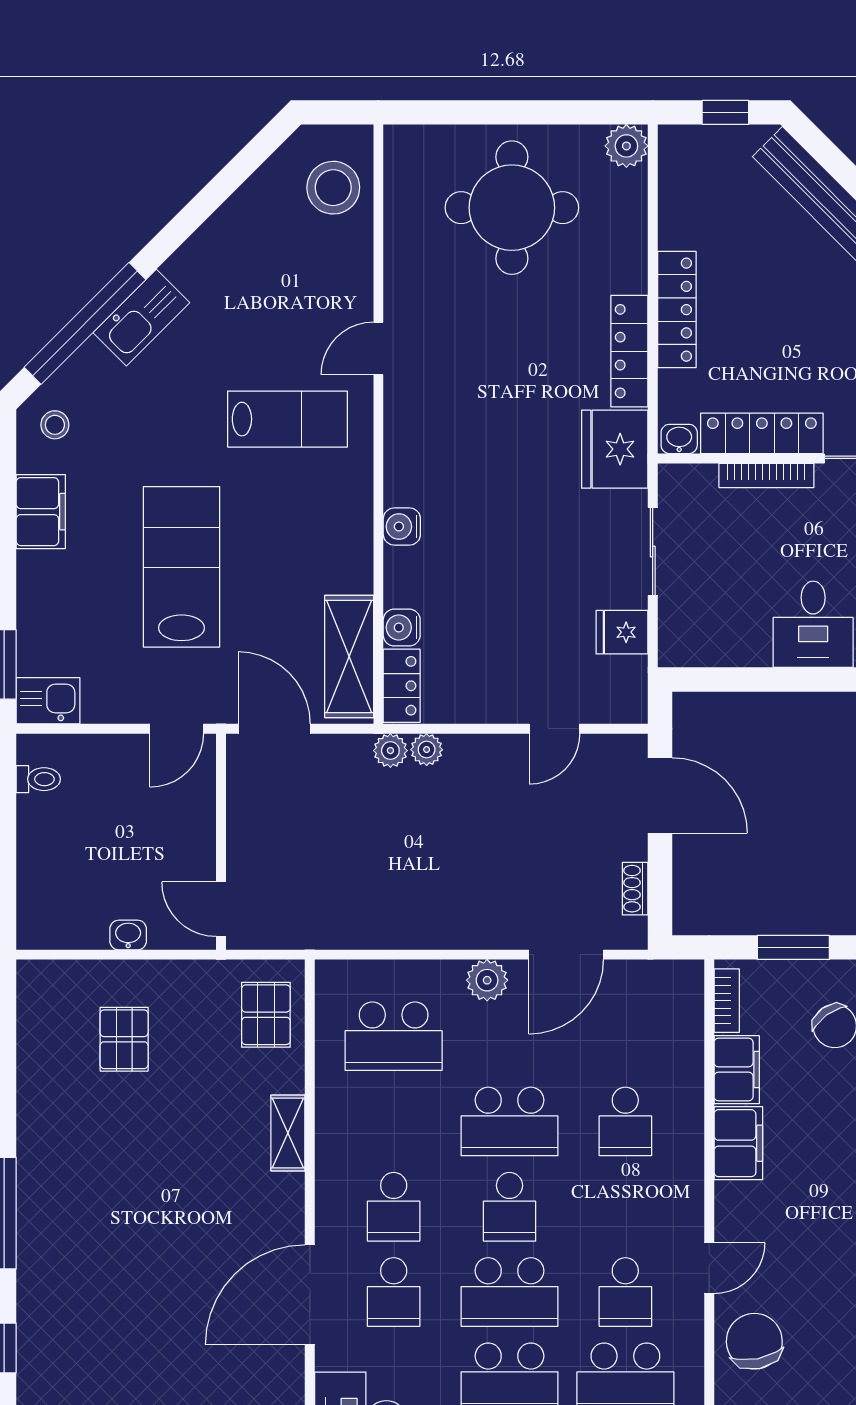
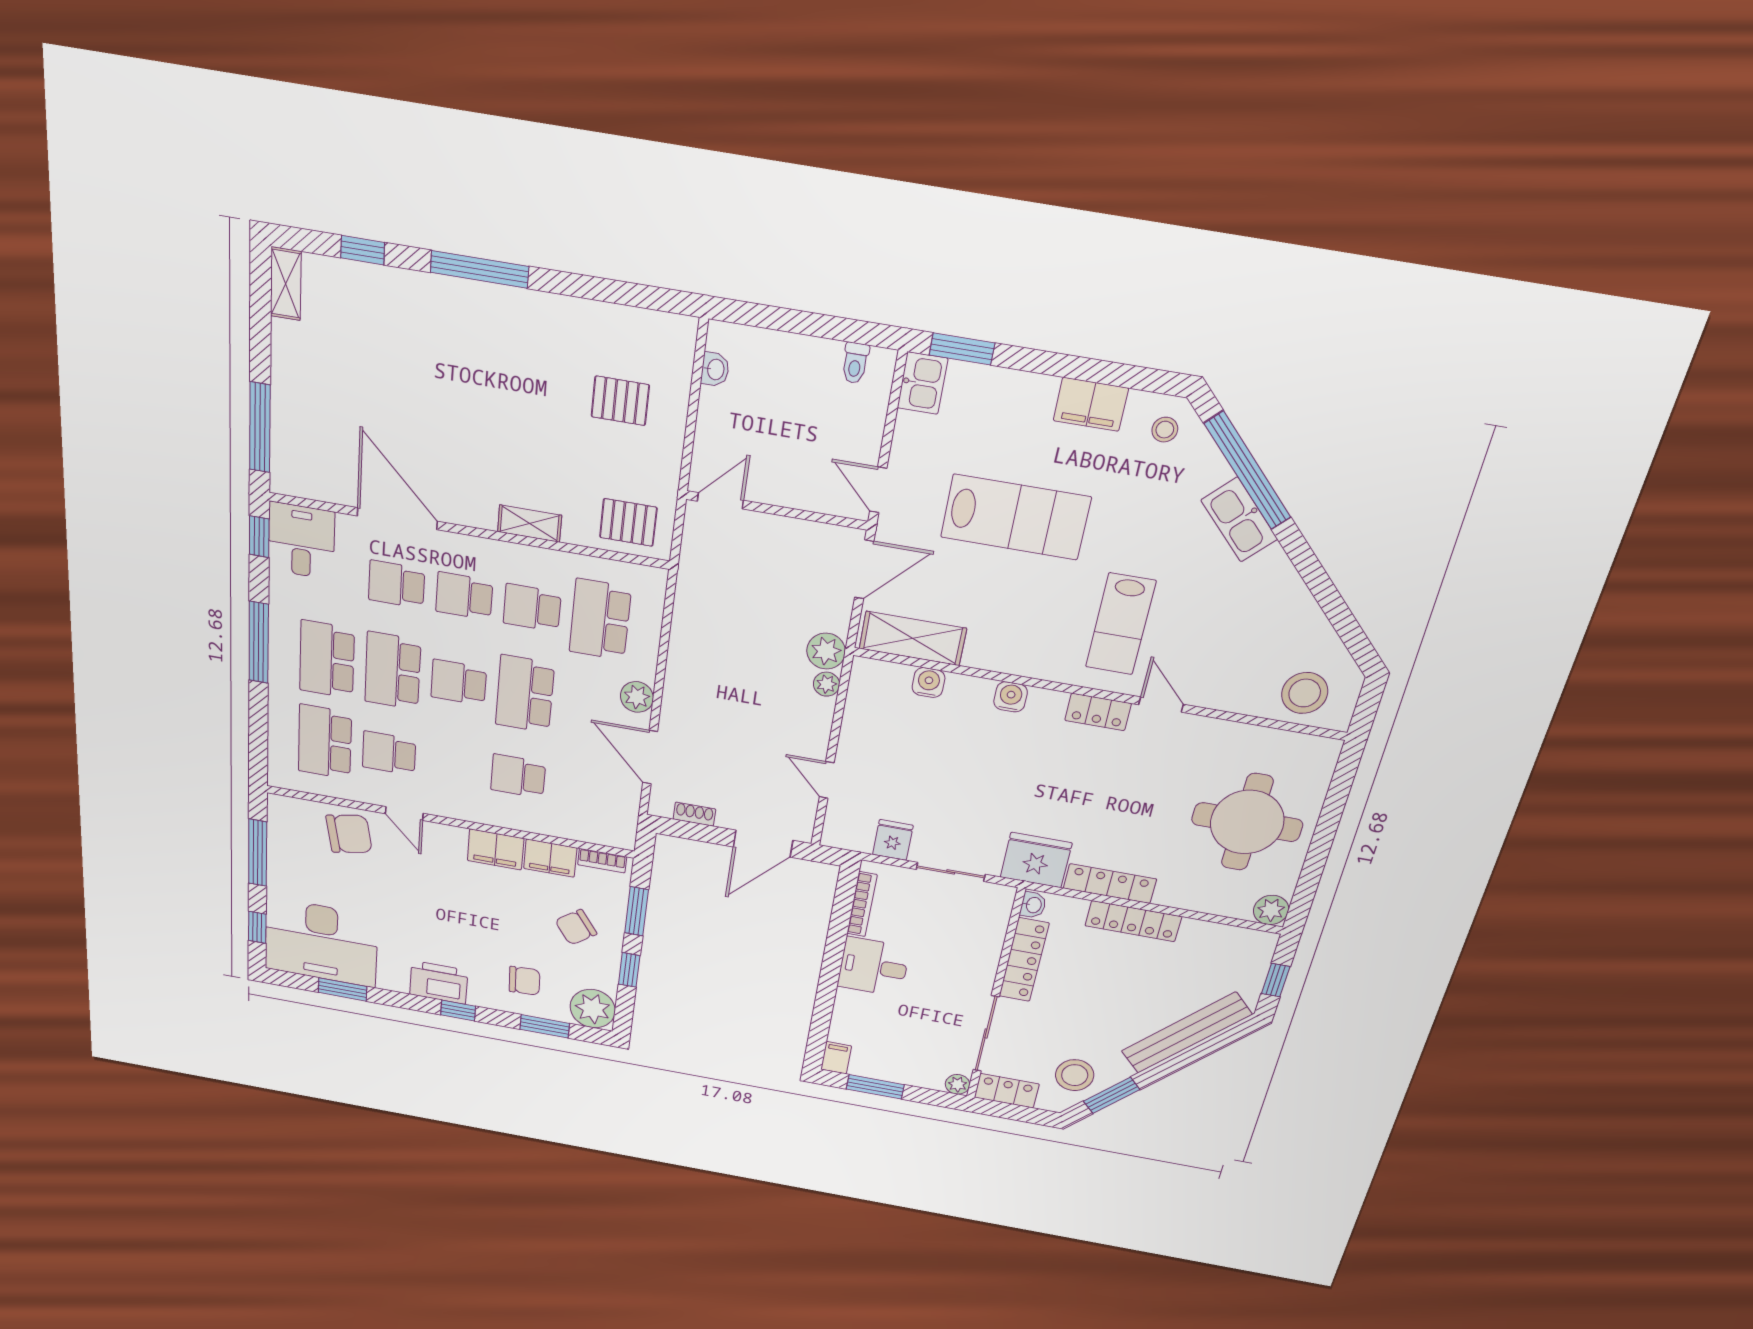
bookcase: (766, 475) -> (862, 904), moved, turned 180
locker: (402, 686) -> (1098, 712), moved
plant: (390, 751) -> (826, 651), width x1.38, depth x1.38
washbasin: (128, 935) -> (715, 369), moved
school desk: (394, 1121) -> (532, 608), added

